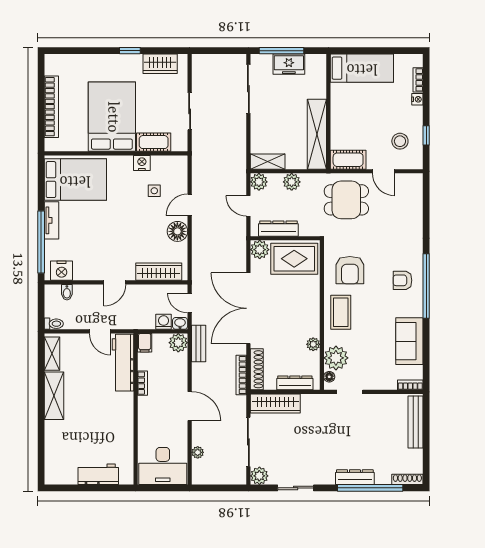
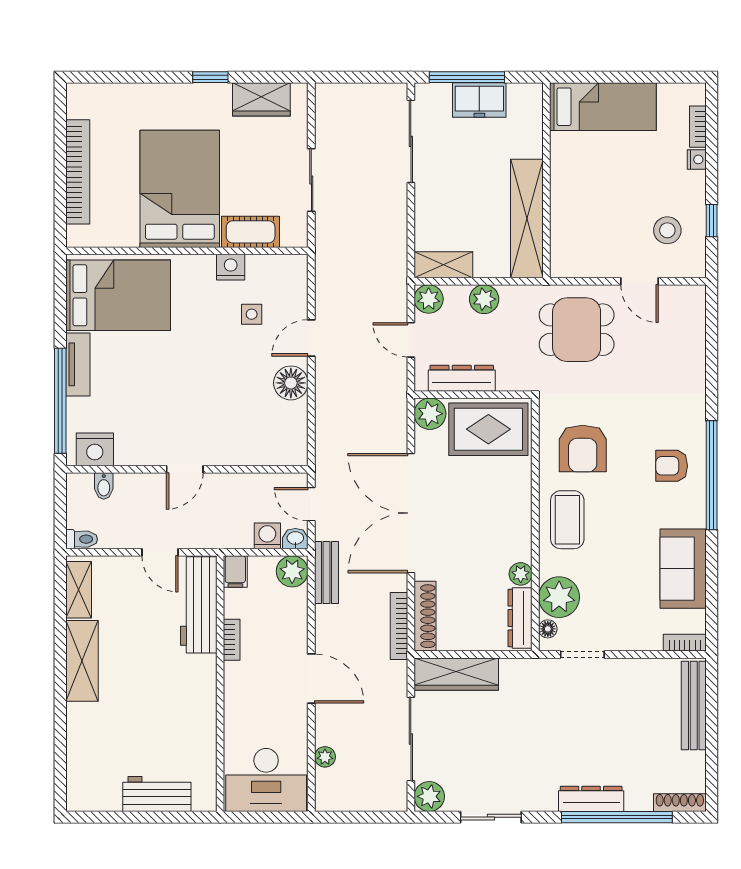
cot: (348, 160) -> (580, 262), removed
wardrobe: (159, 272) -> (259, 451), removed
dresser: (295, 383) -> (520, 618), moved, turned -90

